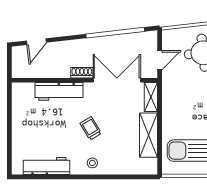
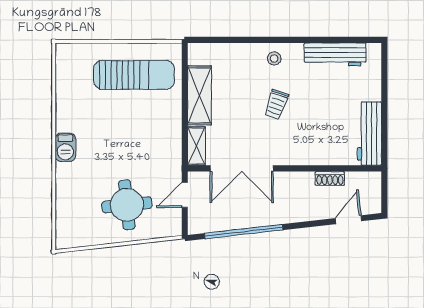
shoe rack: (82, 73) -> (330, 178), moved
workbench: (59, 91) -> (369, 134), moved, turned -90
trolley: (91, 128) -> (276, 104), turned 50

